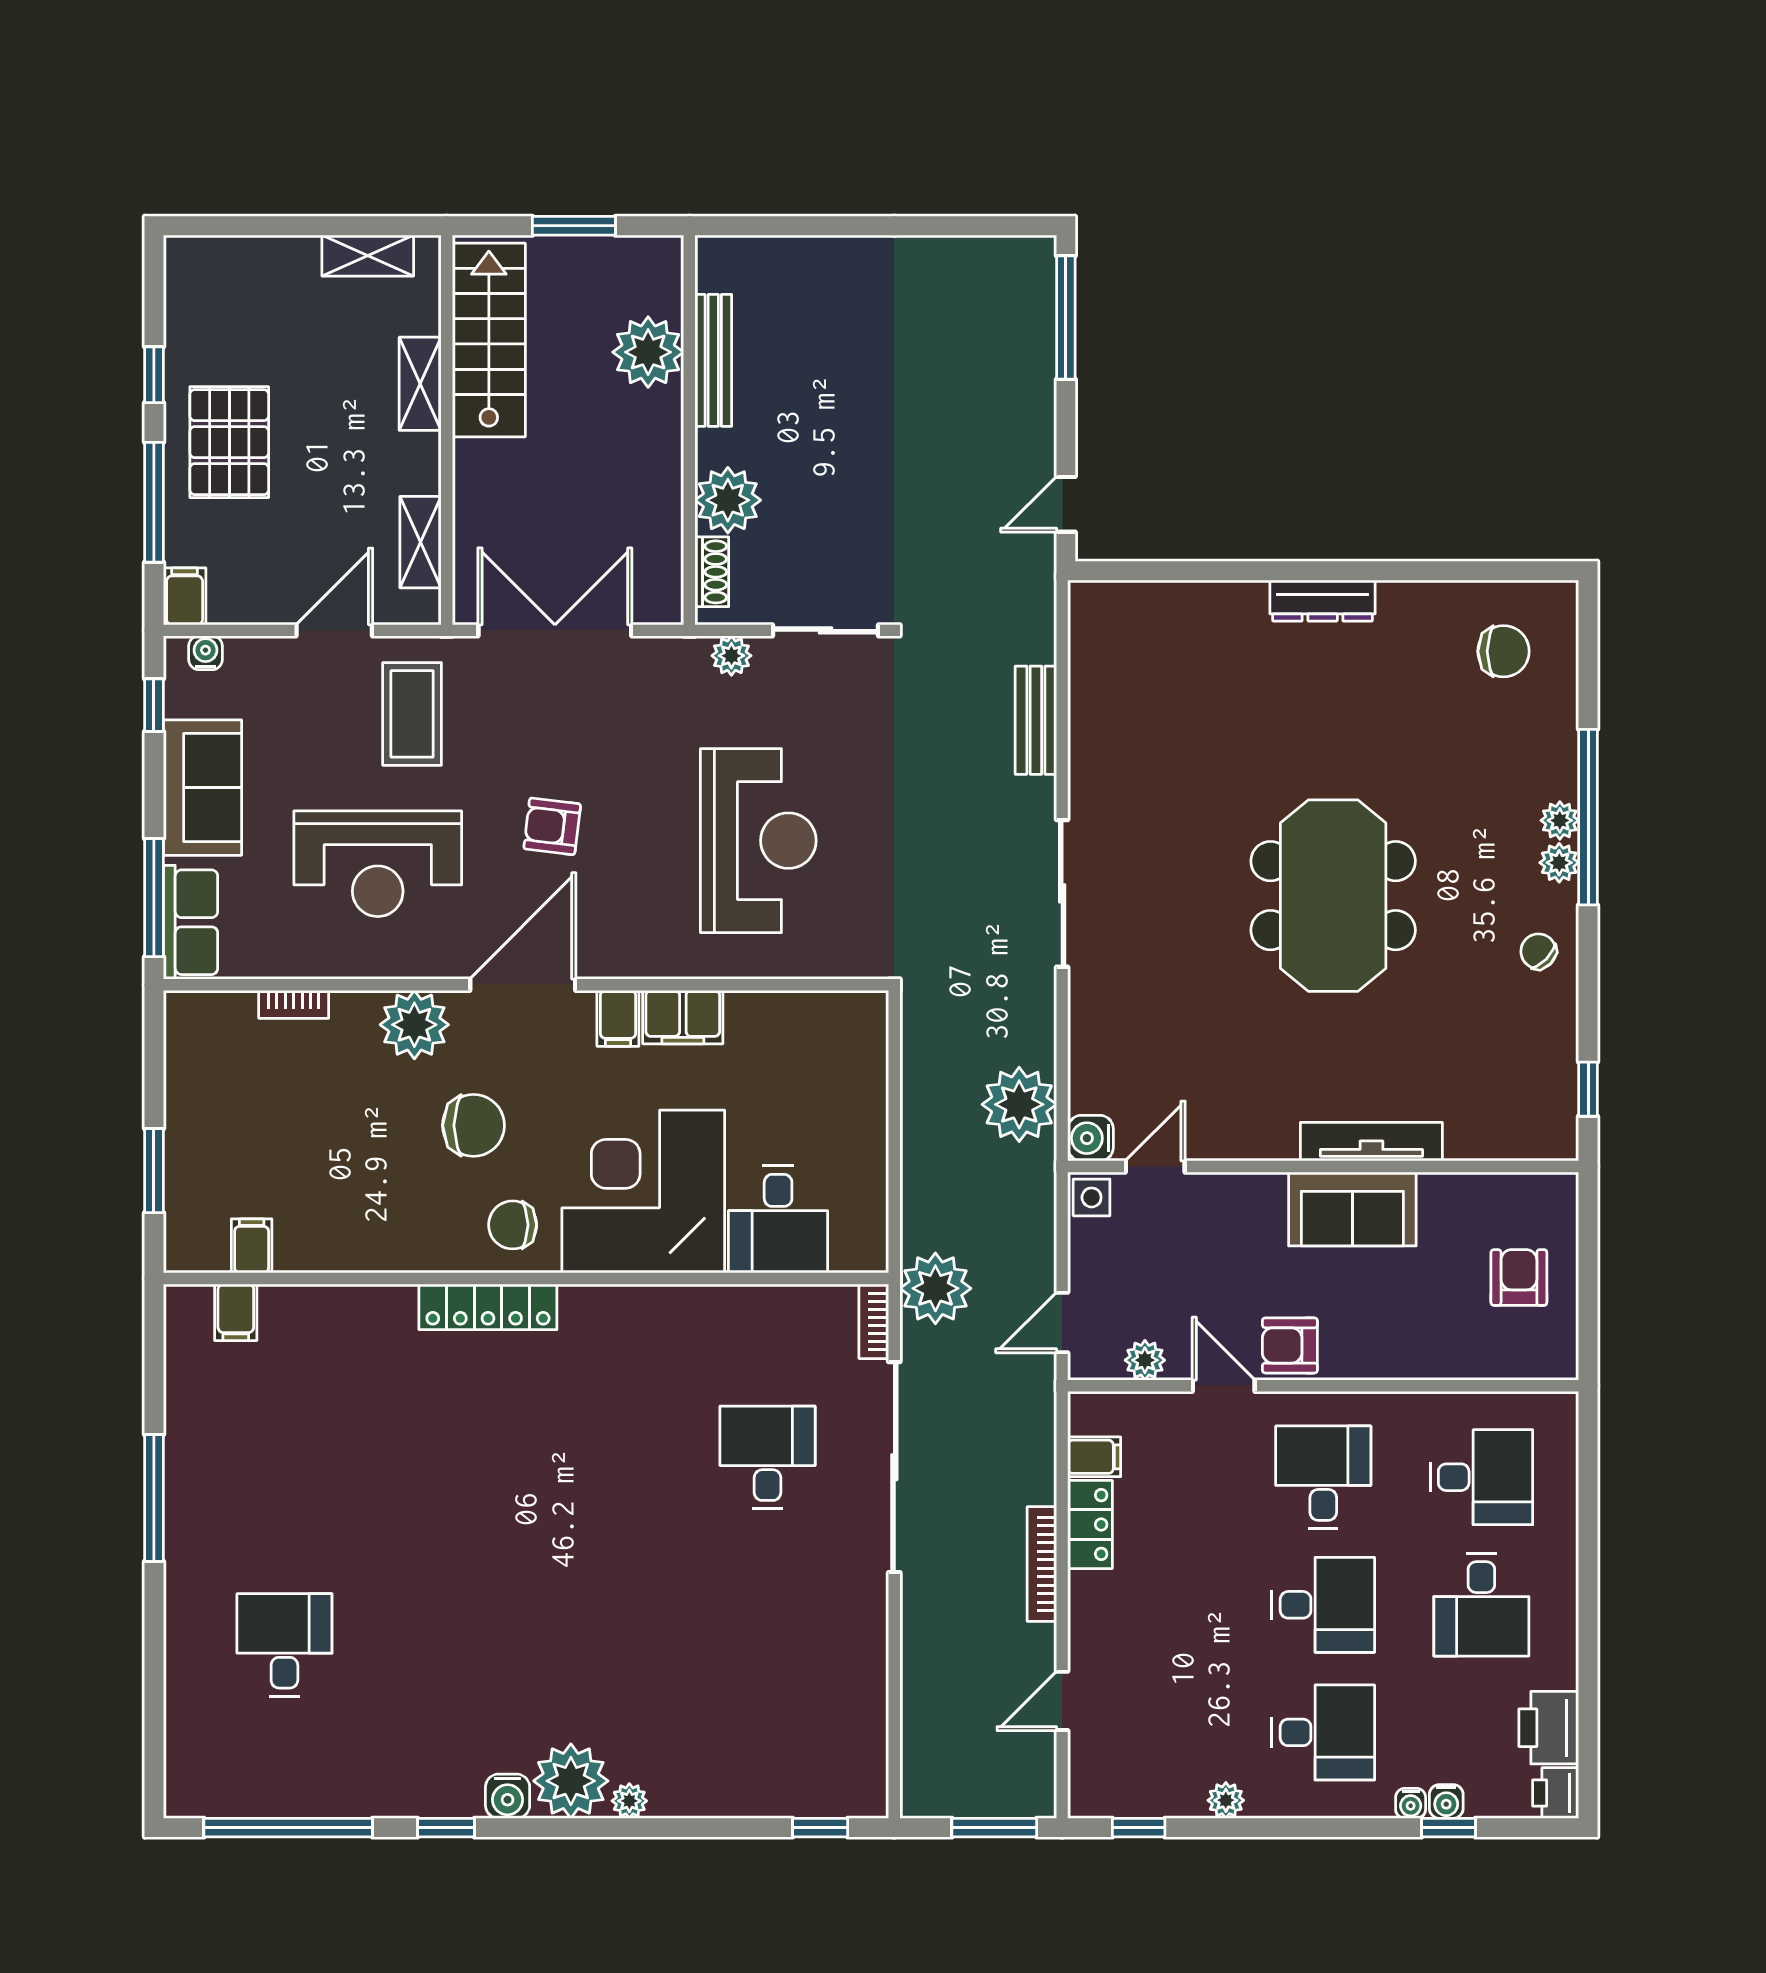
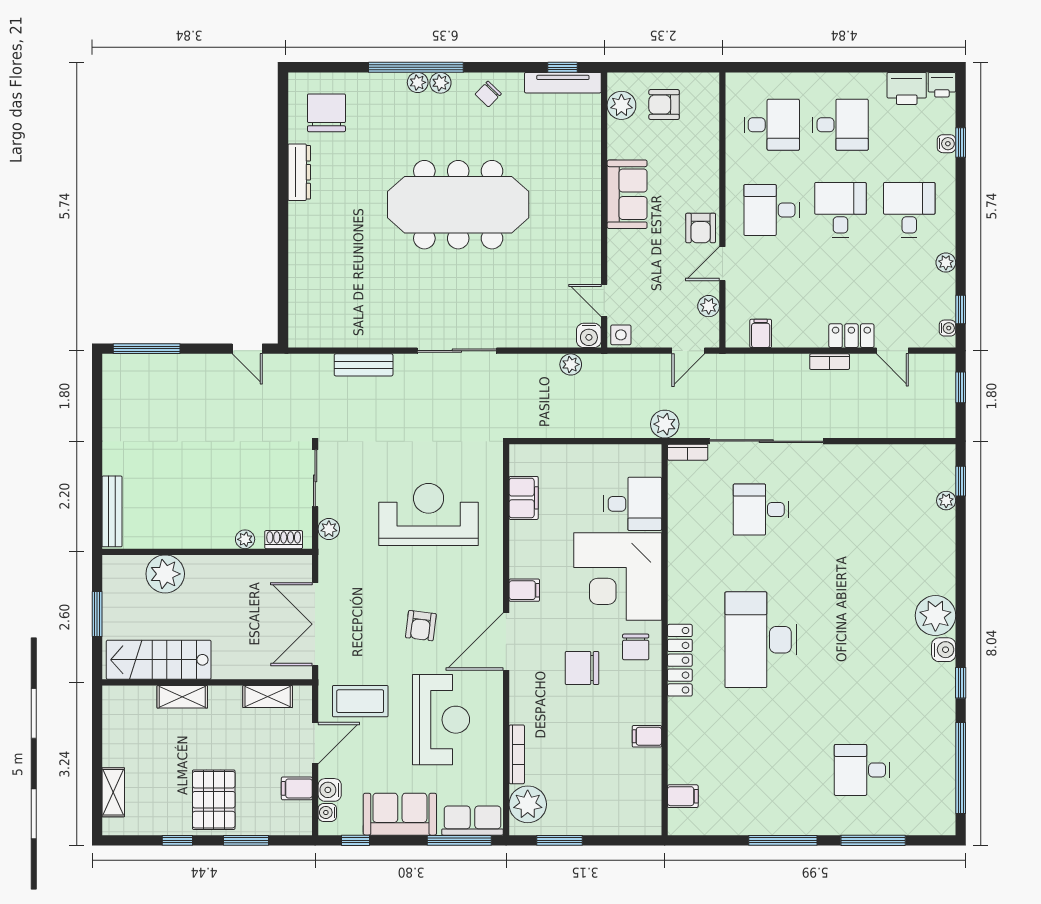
shelving: (368, 256) -> (113, 792), moved
bench: (713, 360) -> (112, 511), moved, turned 90
pallet: (229, 442) -> (214, 800), turned 90
plant: (728, 500) -> (245, 539), width x0.53, depth x0.53
window: (154, 502) -> (246, 840), width x0.69
filing cabinet: (185, 596) -> (297, 788), moved
dresser: (1323, 601) -> (299, 172), moved
door: (334, 630) -> (315, 743), swing flipped
chair: (1503, 651) -> (326, 113), width x1.37, depth x1.37
water cooler: (247, 657) -> (330, 790), added
meeting table: (1333, 896) -> (458, 205), width x1.36
door: (523, 985) -> (506, 641), hinge flipped
bookcase: (294, 1004) -> (517, 754), width x1.56
filing cabinet: (683, 1017) -> (524, 498), moved
plant: (414, 1025) -> (528, 804), moved
plant: (1019, 1104) -> (571, 364), width x0.53, depth x0.53
chair: (474, 1125) -> (582, 668), turned -90
tv unit: (1371, 1142) -> (563, 83), moved, turned -90
window: (154, 1171) -> (559, 840), moved
plant: (1517, 1199) -> (621, 105), added
filing cabinet: (252, 1246) -> (647, 736), moved
plant: (935, 1288) -> (665, 424), width x0.73, depth x0.73
door: (1062, 1322) -> (688, 351), hinge flipped
desk: (526, 1457) -> (761, 640), added
desk: (1481, 1477) -> (772, 125), turned 90
locker: (1090, 1524) -> (851, 336), moved
bookcase: (1042, 1564) -> (830, 362), width x0.64
window: (154, 1665) -> (873, 840), added
plant: (629, 1801) -> (946, 501), moved
water cooler: (1411, 1803) -> (947, 328), moved
window: (994, 1828) -> (961, 387), width x0.67

